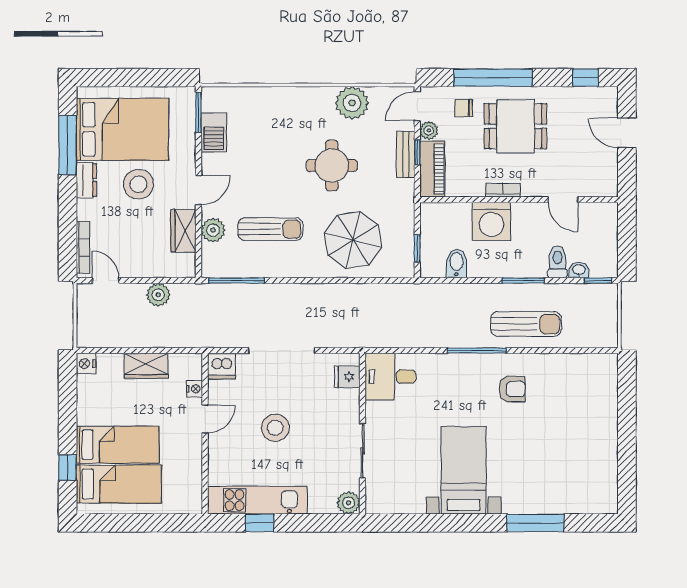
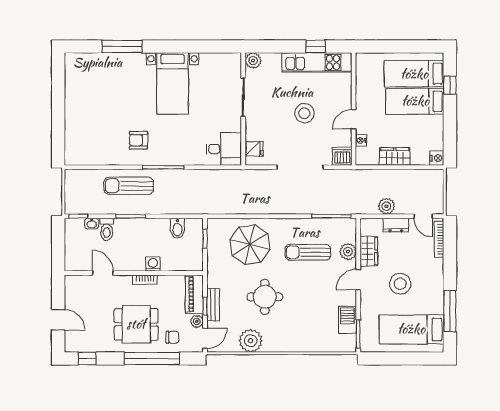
bed: (122, 129) -> (411, 329), width x0.67
dresser: (86, 180) -> (396, 225), moved, turned -90
washing machine: (491, 221) -> (153, 264), width x0.53, depth x0.53

